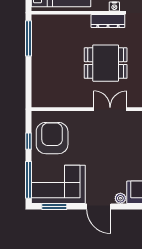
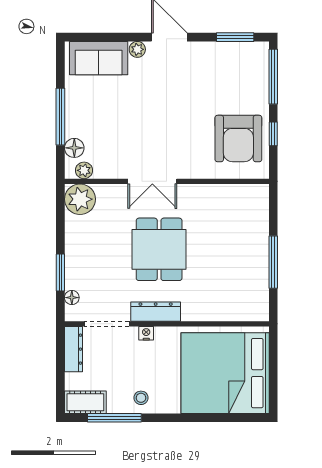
window: (28, 38) -> (273, 262), moved
dining table: (106, 63) -> (159, 249), turned 90
corner sofa: (58, 184) -> (229, 70), removed

